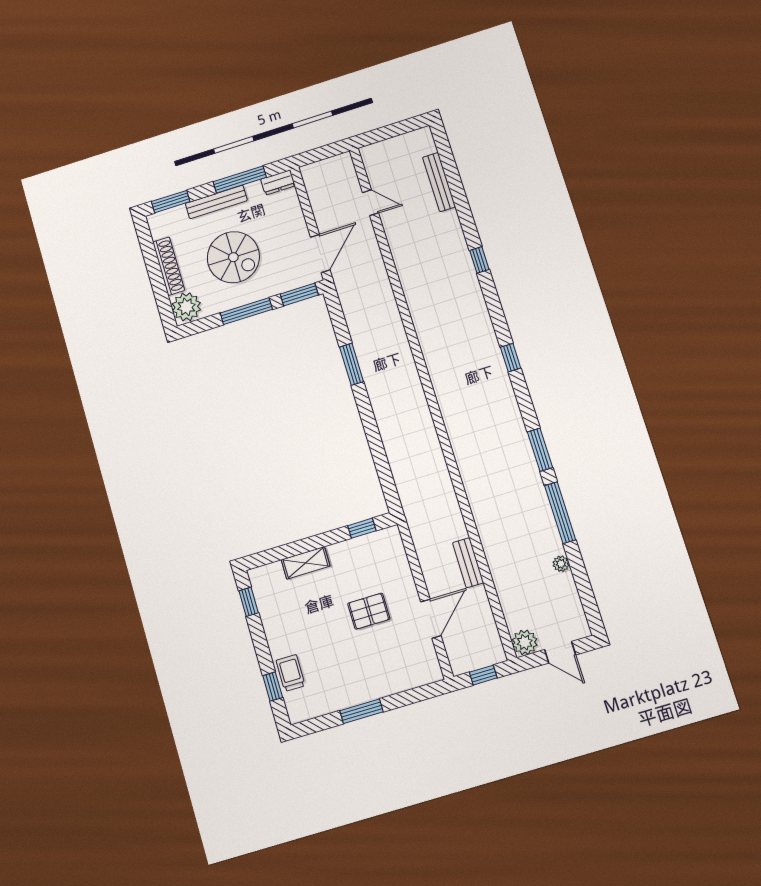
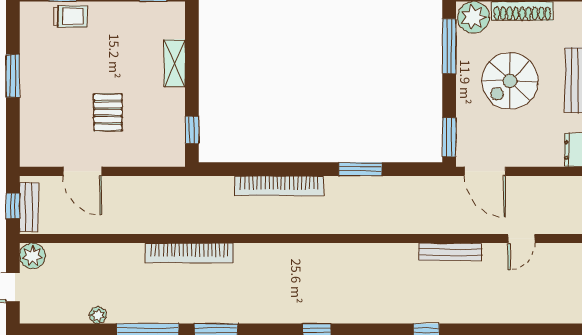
bench: (439, 182) -> (450, 252), moved
window: (246, 311) -> (449, 46), moved
bookcase: (389, 433) -> (279, 186), added
bookcase: (476, 496) -> (189, 253), added
bench: (468, 563) -> (29, 207), moved, turned 90

